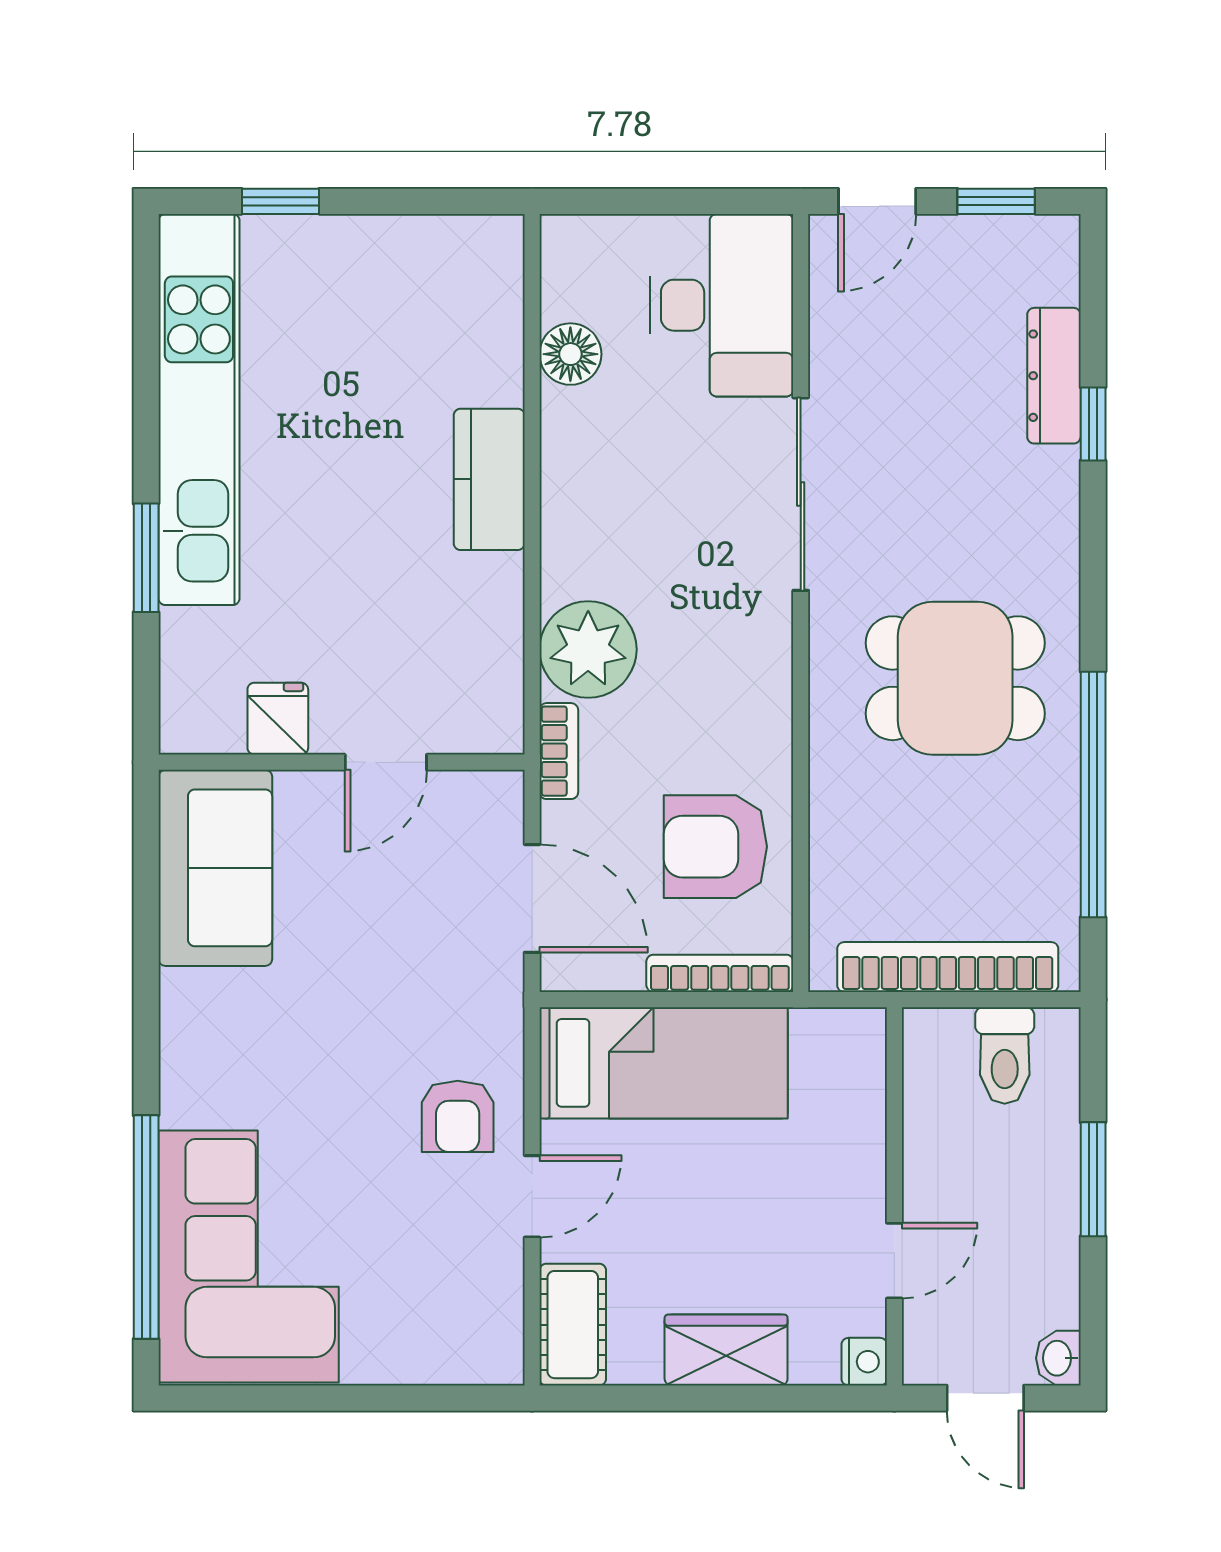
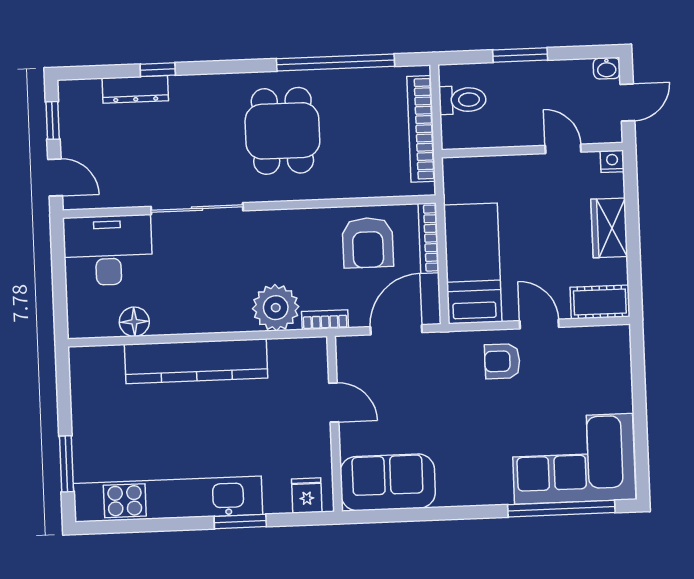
window: (280, 201) -> (67, 464), width x1.50
kitchen counter: (489, 479) -> (196, 361), width x2.08, depth x1.17
fridge: (278, 719) -> (307, 496), moved, turned 90
armchair: (458, 1116) -> (502, 361), turned 180

